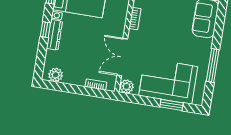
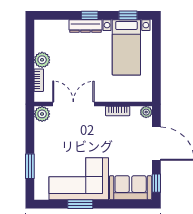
window: (213, 66) -> (80, 204), width x0.69
plant: (56, 75) -> (42, 60), moved
corner sofa: (168, 81) -> (79, 179), moved, turned -90

